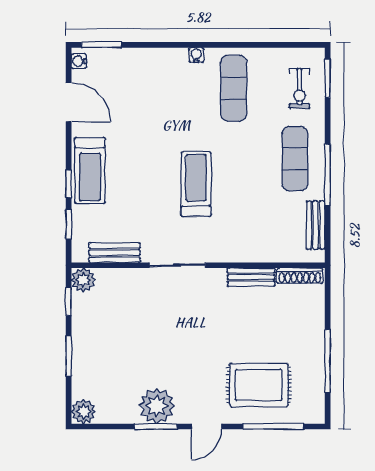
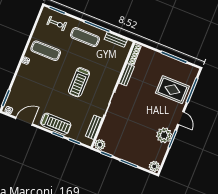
treadmill: (196, 184) -> (79, 82), turned -90
rug: (259, 385) -> (172, 90), turned 90

